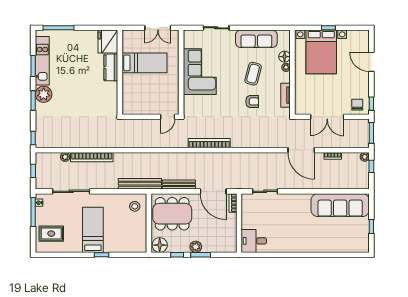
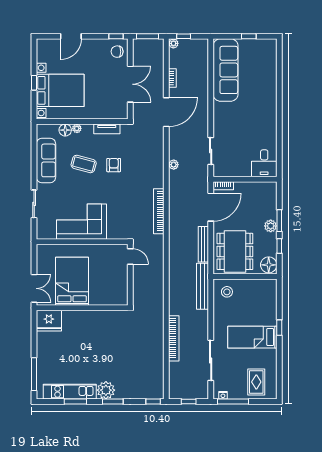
double door: (158, 28) -> (34, 288), moved
bed: (145, 63) -> (72, 281), width x1.50
kitchen counter: (111, 67) -> (77, 317), removed
plant: (65, 157) -> (174, 165), moved

